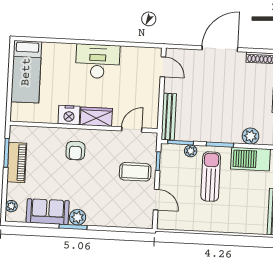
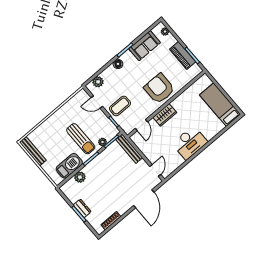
door: (220, 49) -> (144, 199), moved
door: (163, 67) -> (155, 170), swing flipped
nightstand: (69, 115) -> (179, 103), removed
armchair: (75, 151) -> (159, 89), width x1.88, depth x1.88
plant: (78, 217) -> (98, 82), moved
floor lamp: (95, 219) -> (118, 64), added

